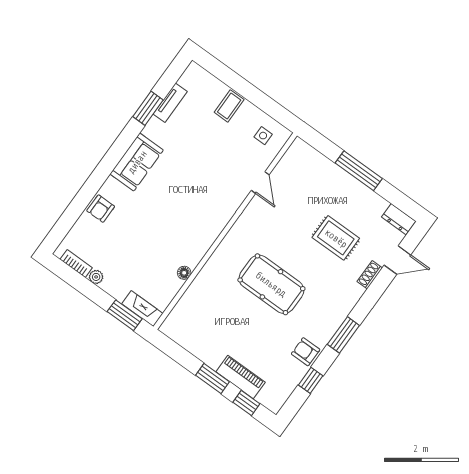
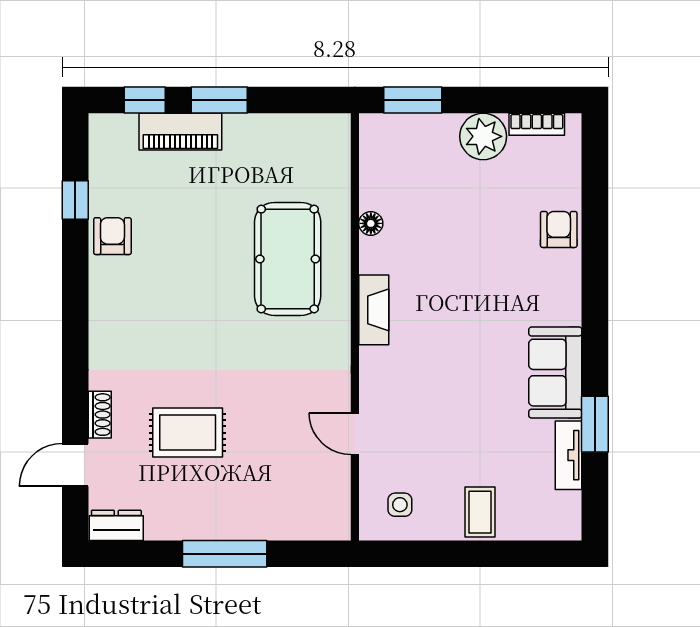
sofa: (137, 162) -> (555, 373), moved
plant: (96, 277) -> (483, 136), width x1.88, depth x1.88
pool table: (271, 284) -> (288, 259), moved, turned 90
fireplace: (142, 309) -> (374, 310), moved, turned -90
window: (343, 335) -> (75, 300), removed
armchair: (306, 352) -> (112, 236), turned -90

